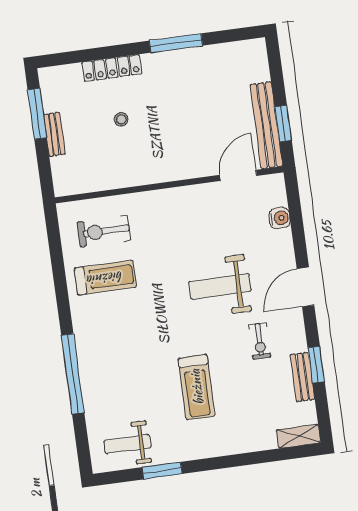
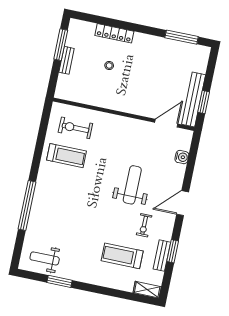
window: (176, 43) -> (182, 37), moved
weight bench: (220, 286) -> (132, 185), turned 90
treadmill: (197, 387) -> (122, 256), moved, turned 90

